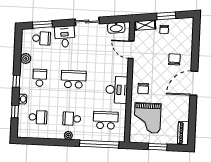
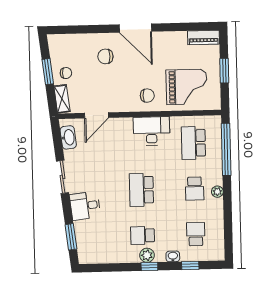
school desk: (42, 38) -> (90, 237), removed
plant: (26, 58) -> (147, 255), moved

